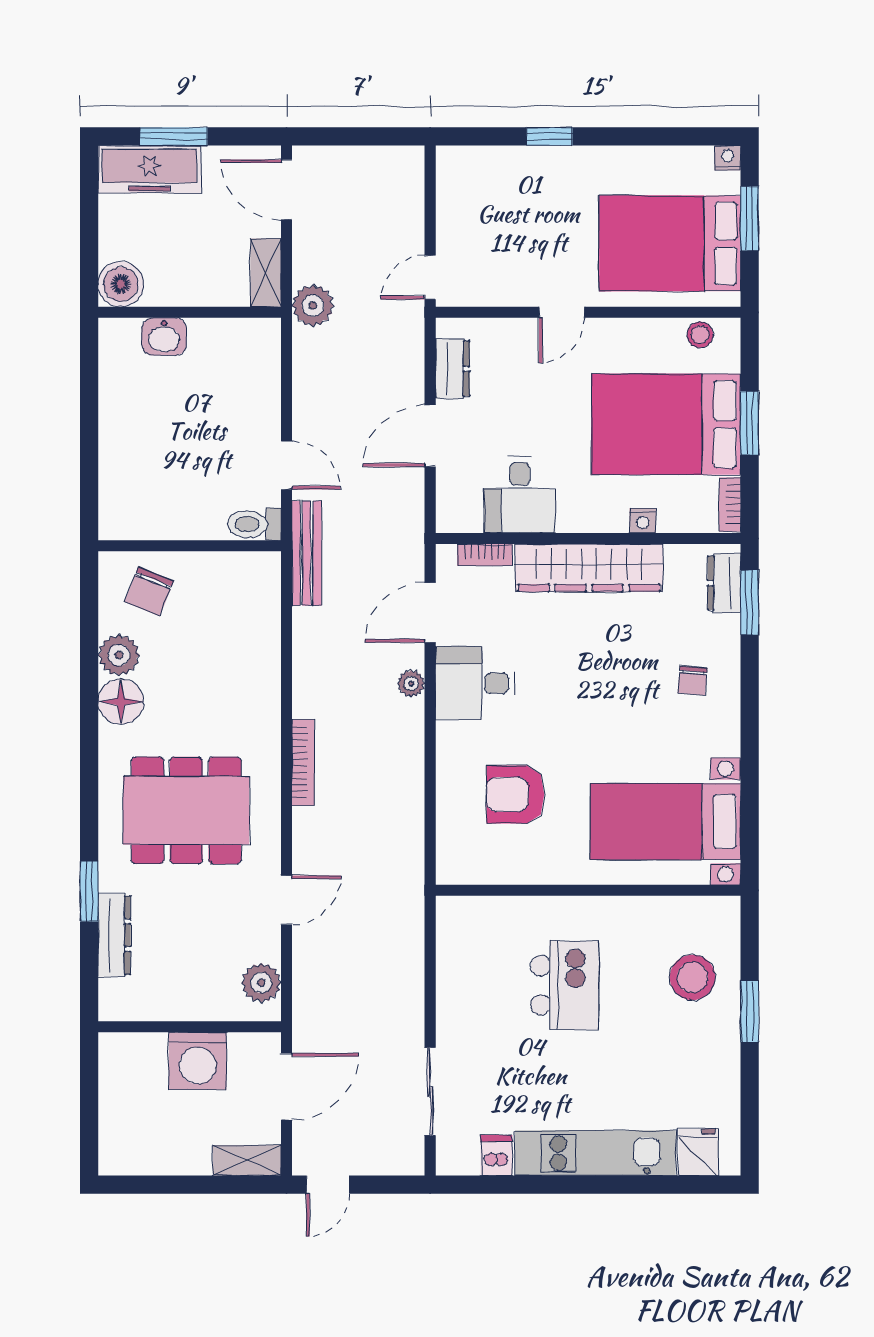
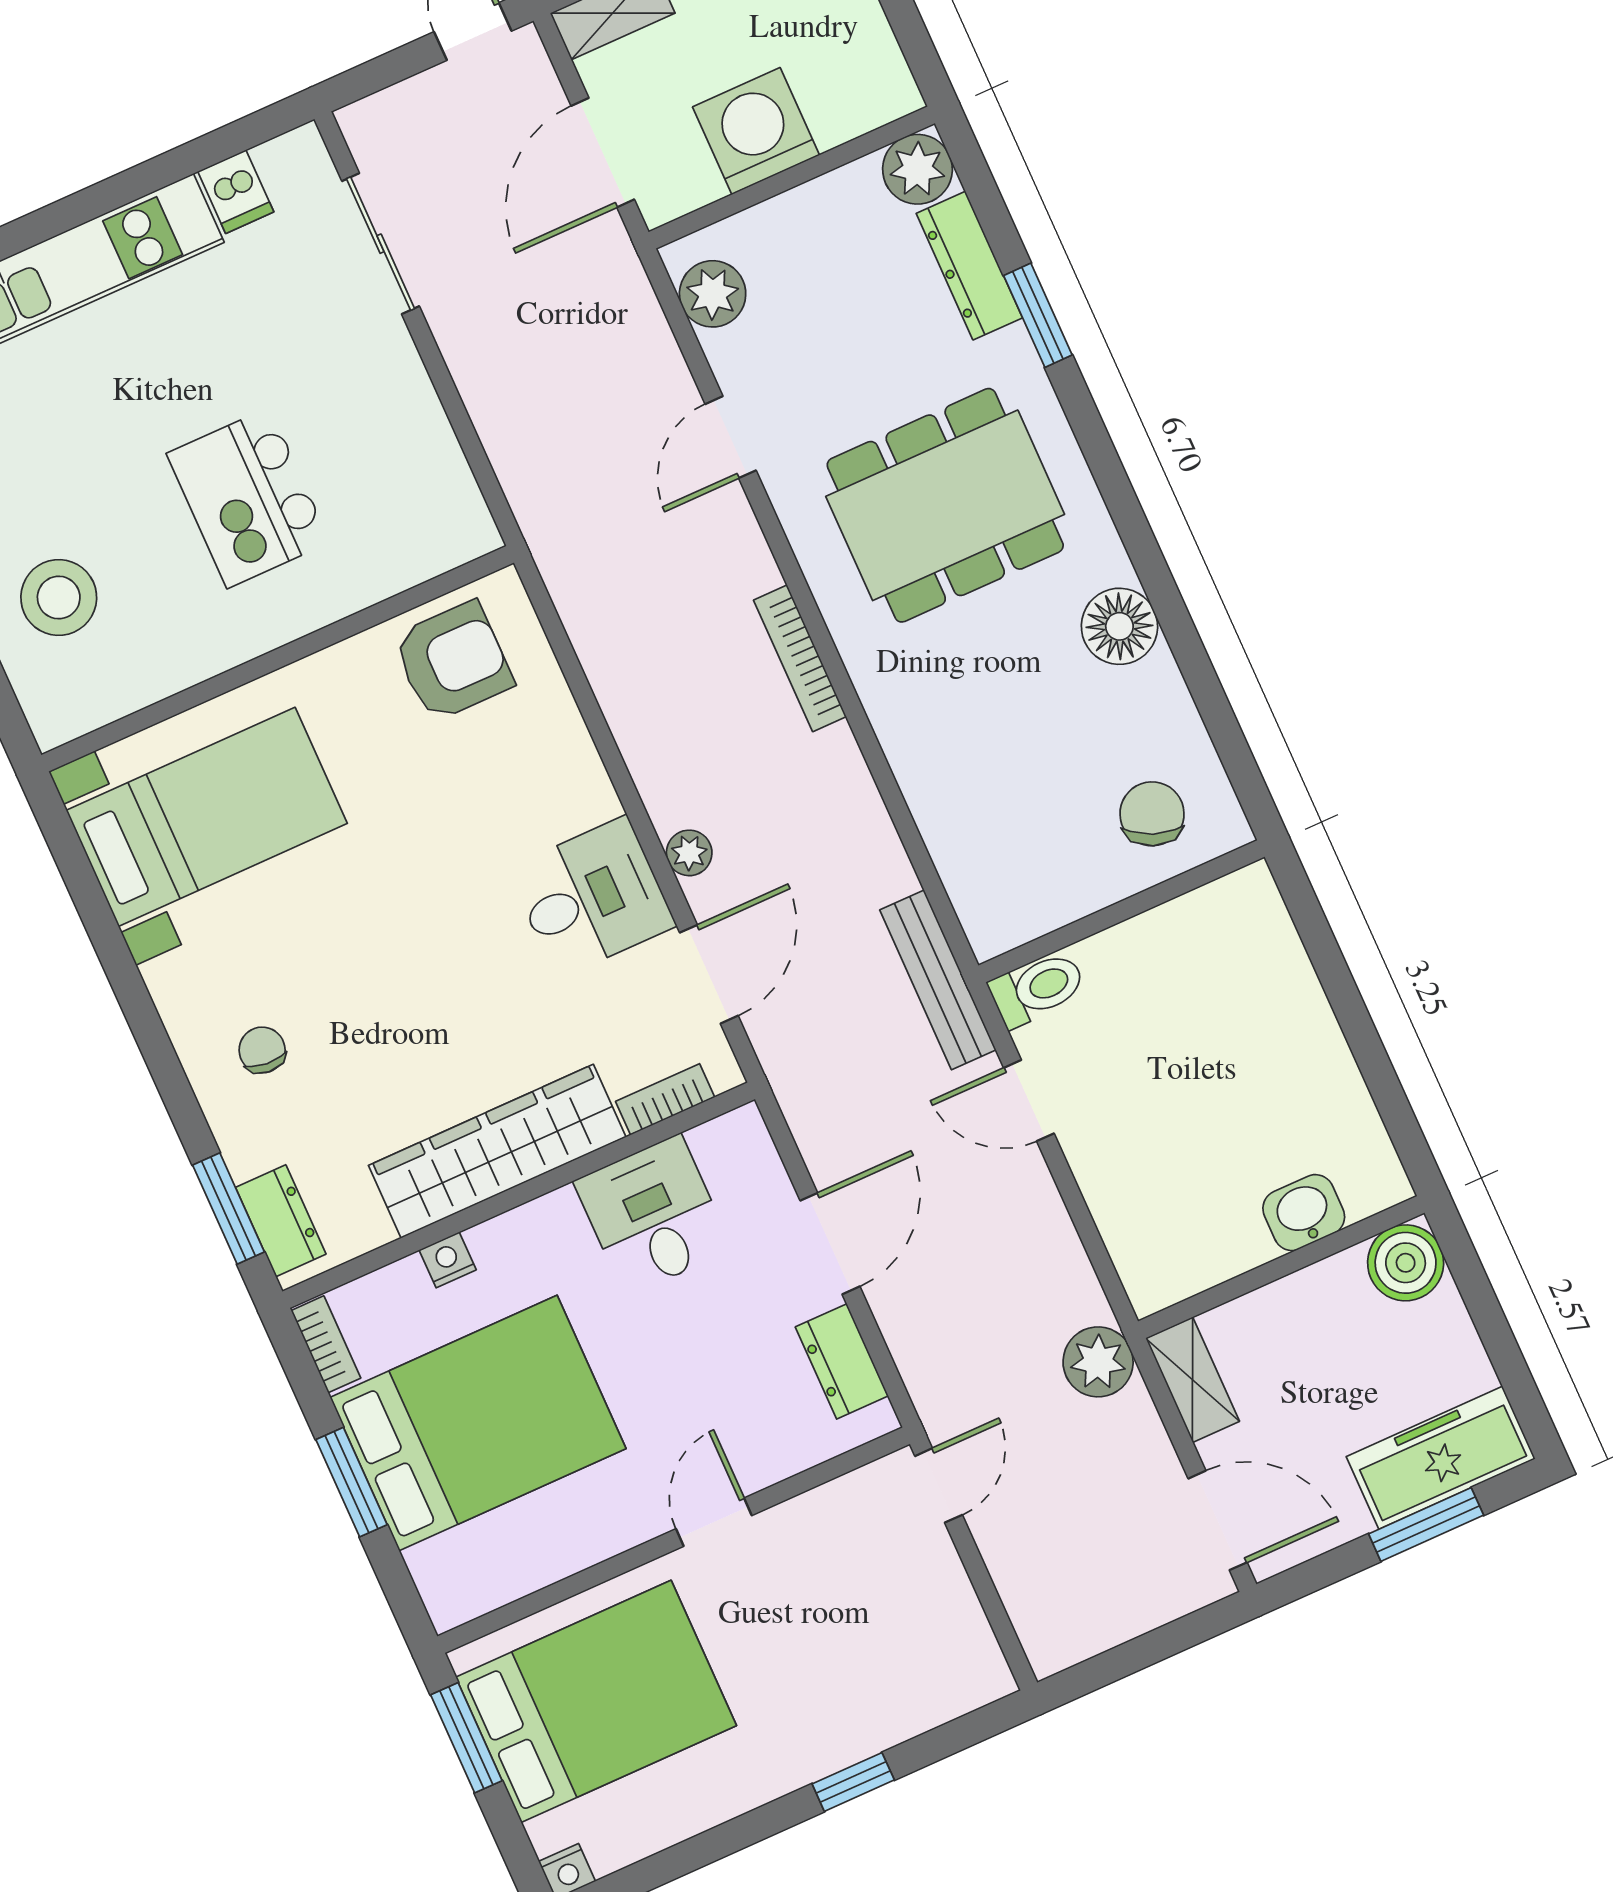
window: (750, 219) -> (466, 1738), moved
stool: (700, 335) -> (488, 1583), removed
plant: (119, 655) -> (918, 169), moved
armchair: (515, 794) -> (453, 661), moved

